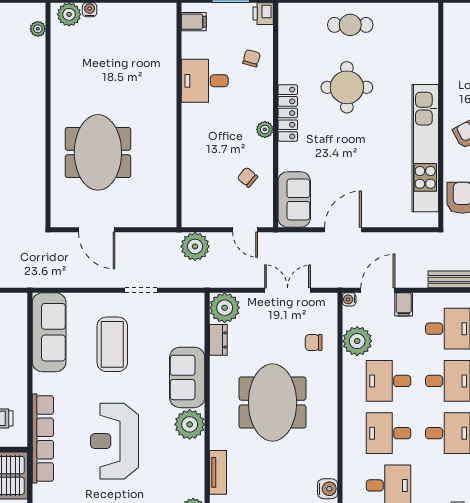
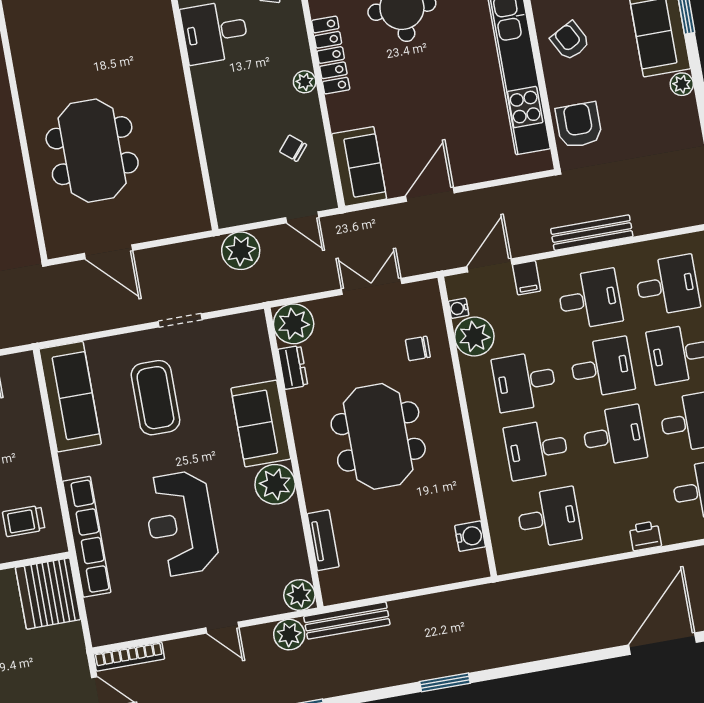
water cooler: (349, 299) -> (459, 308), moved

